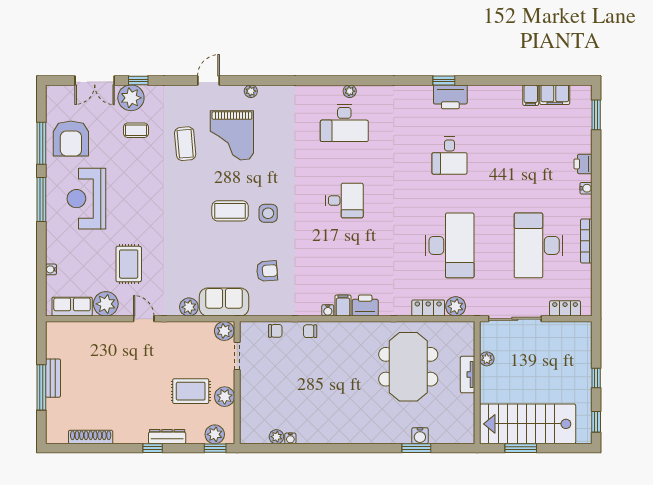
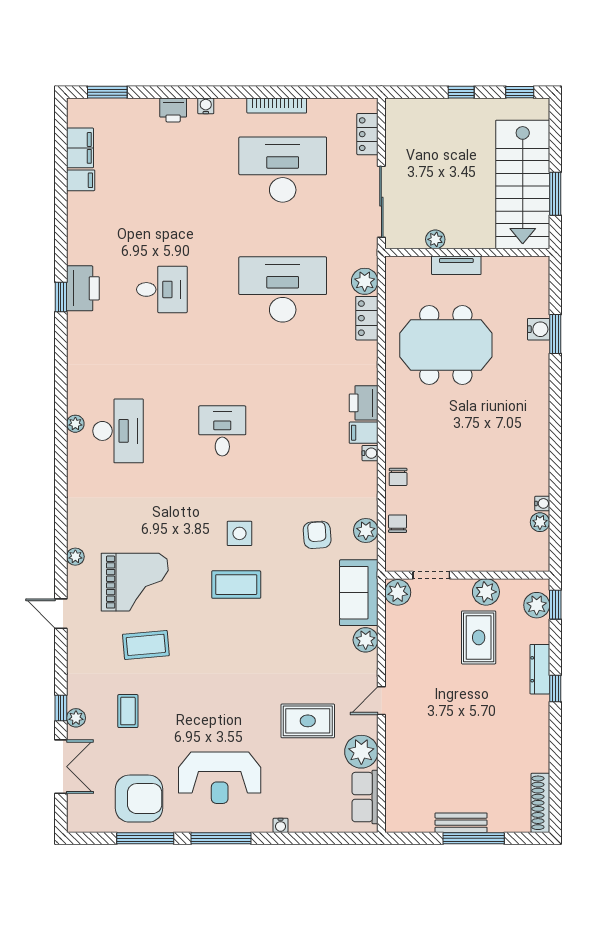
plant: (131, 98) -> (76, 718), width x0.53, depth x0.53
coffee table: (230, 211) -> (236, 585), turned 90
desk: (539, 245) -> (283, 170), turned 180
water cooler: (51, 269) -> (281, 825), moved
plant: (270, 307) -> (366, 530), added
shoe rack: (91, 437) -> (540, 803), moved

